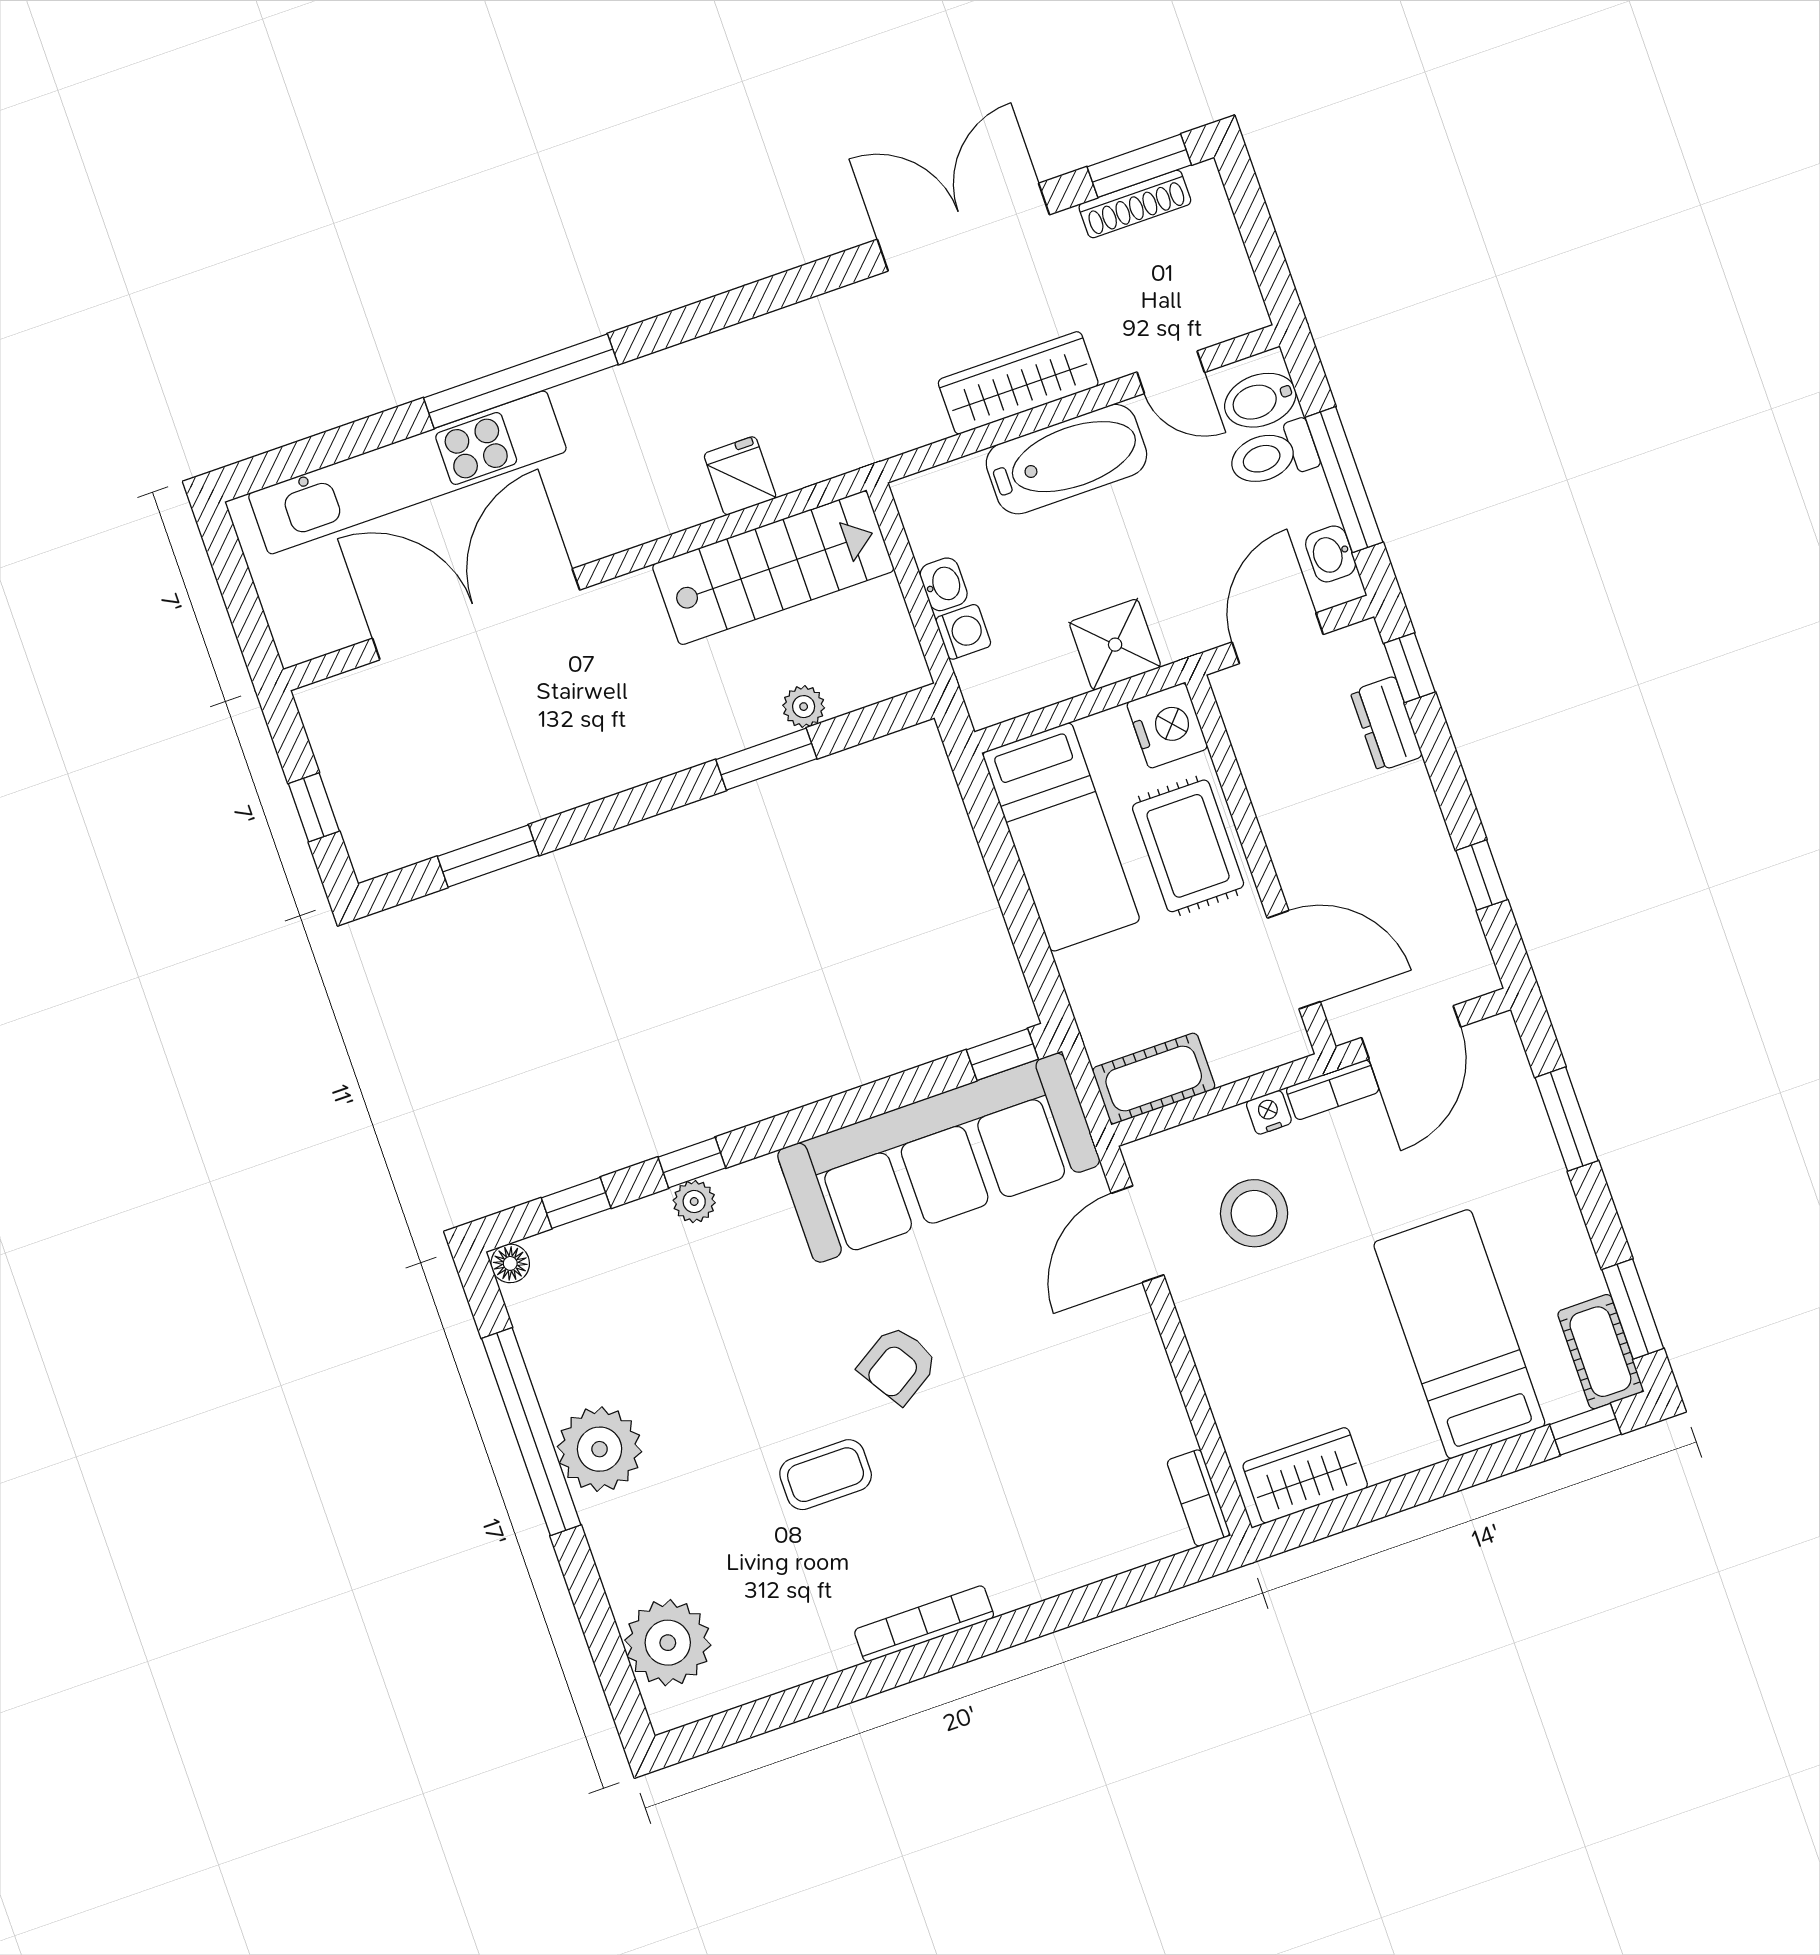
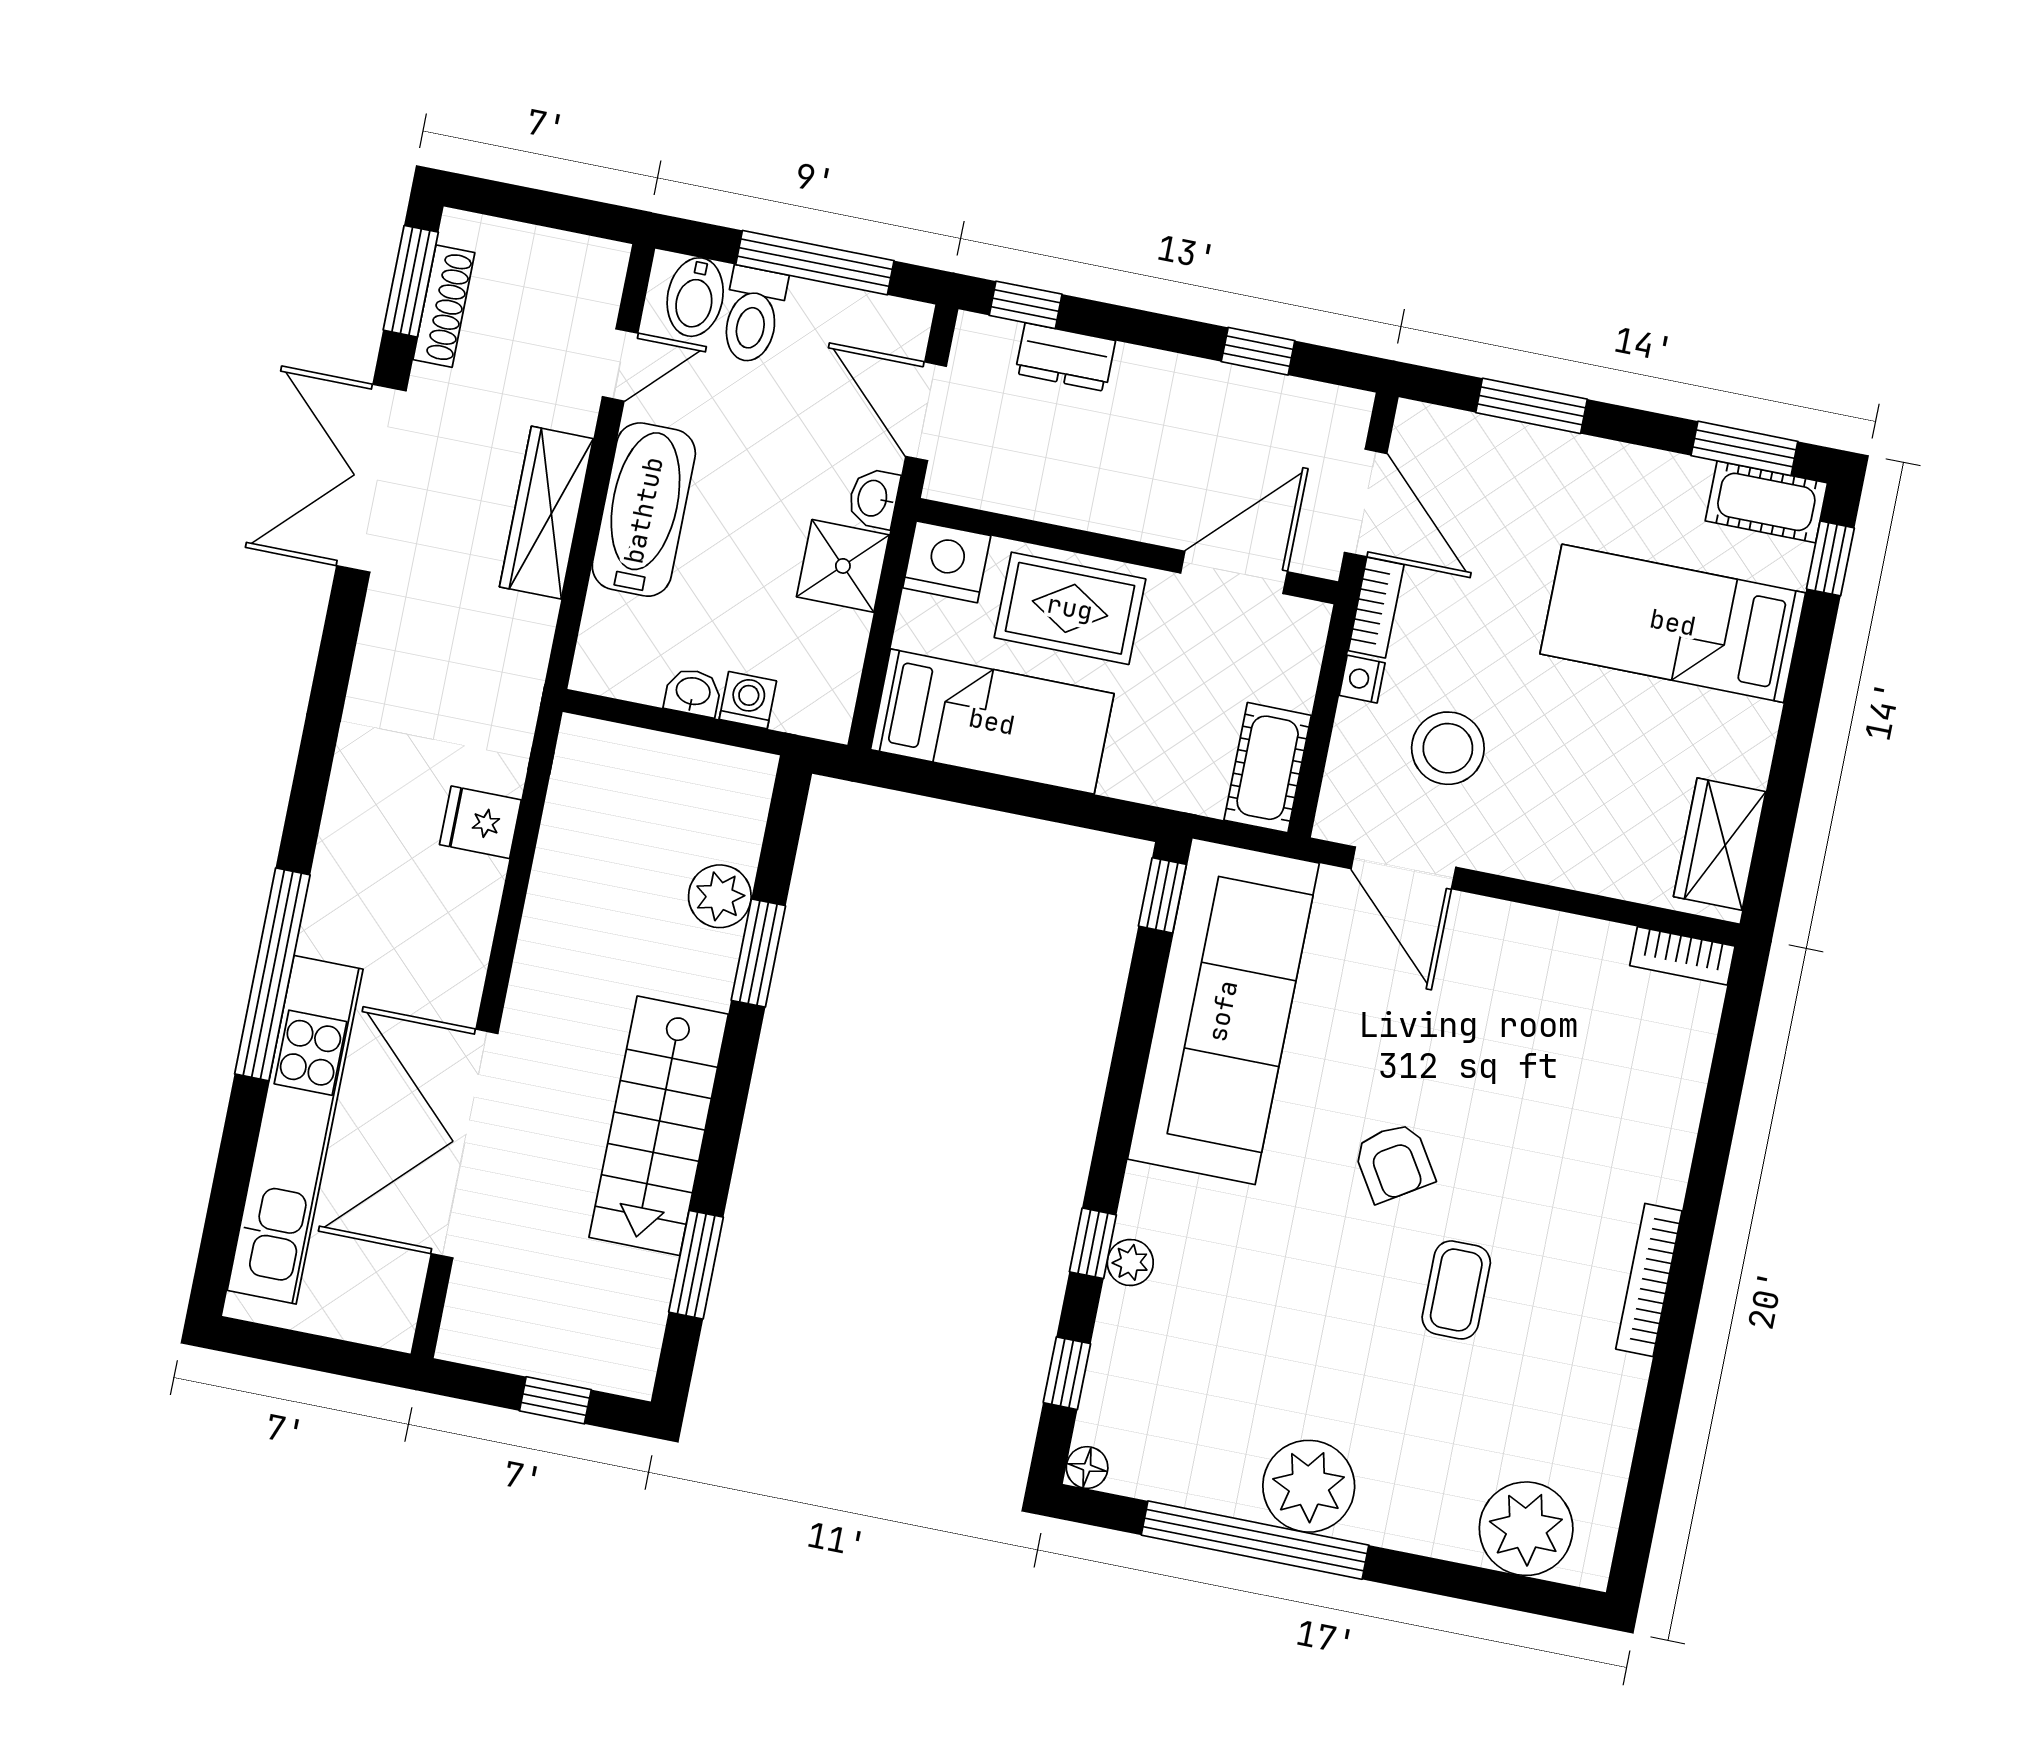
washbasin: (1331, 554) -> (874, 498), moved, turned 90
stairs: (773, 568) -> (659, 1126), moved, turned 180
plant: (804, 707) -> (720, 896), width x1.38, depth x1.38

